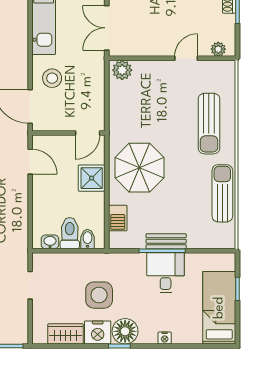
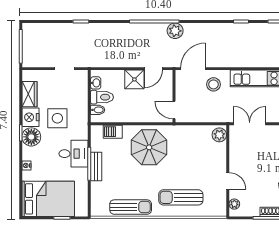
shower: (92, 178) -> (134, 79), moved
desk: (166, 273) -> (73, 154), moved
bed: (219, 308) -> (48, 199), width x1.50

